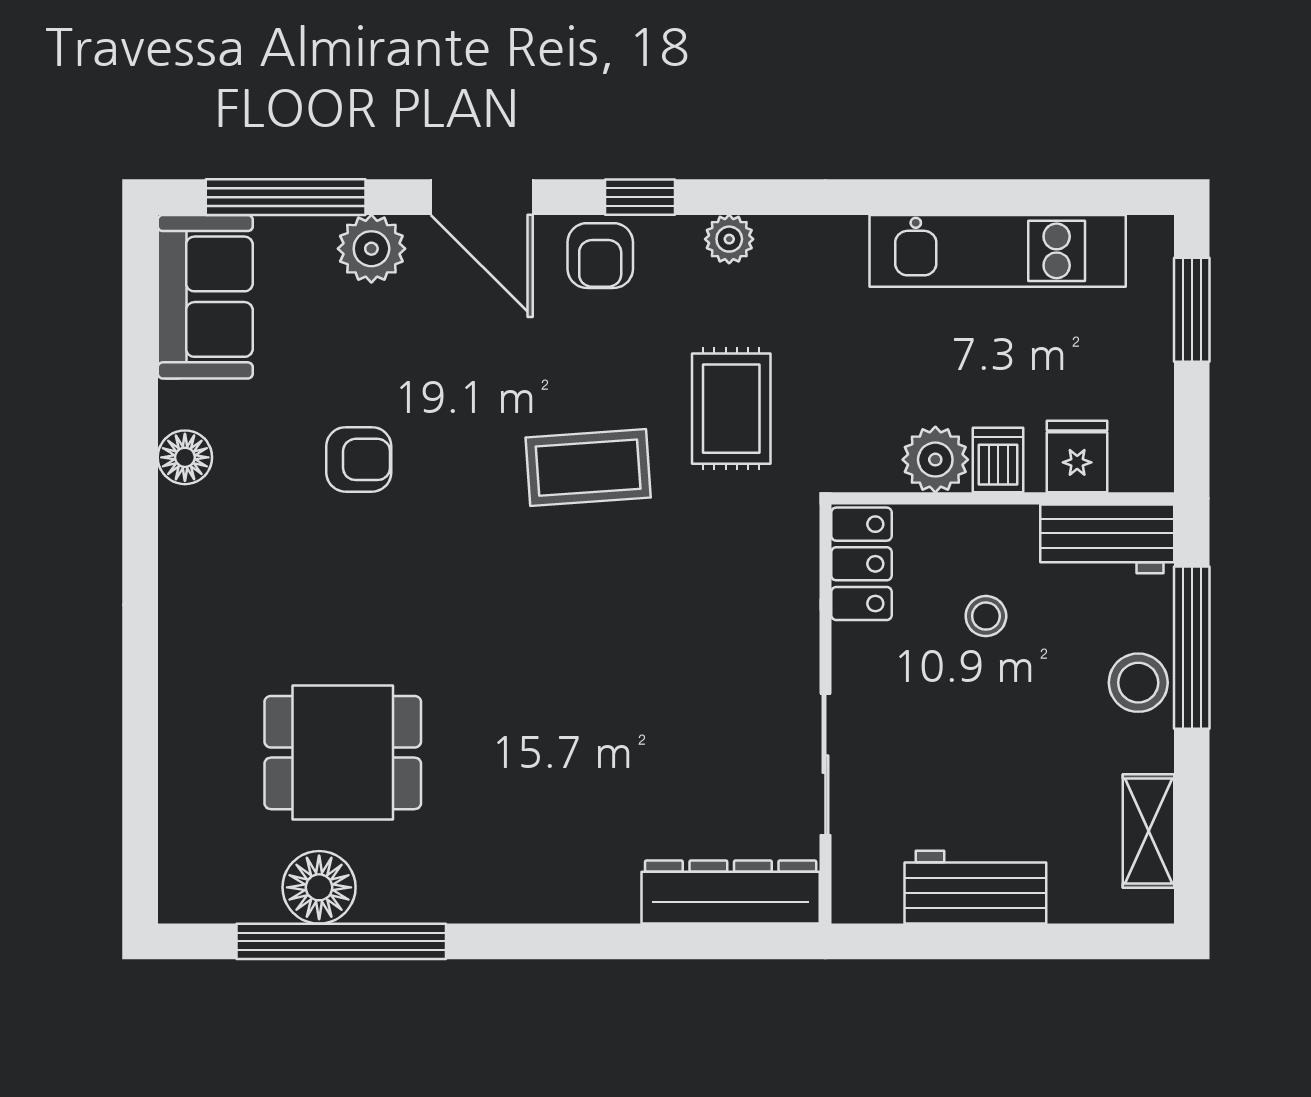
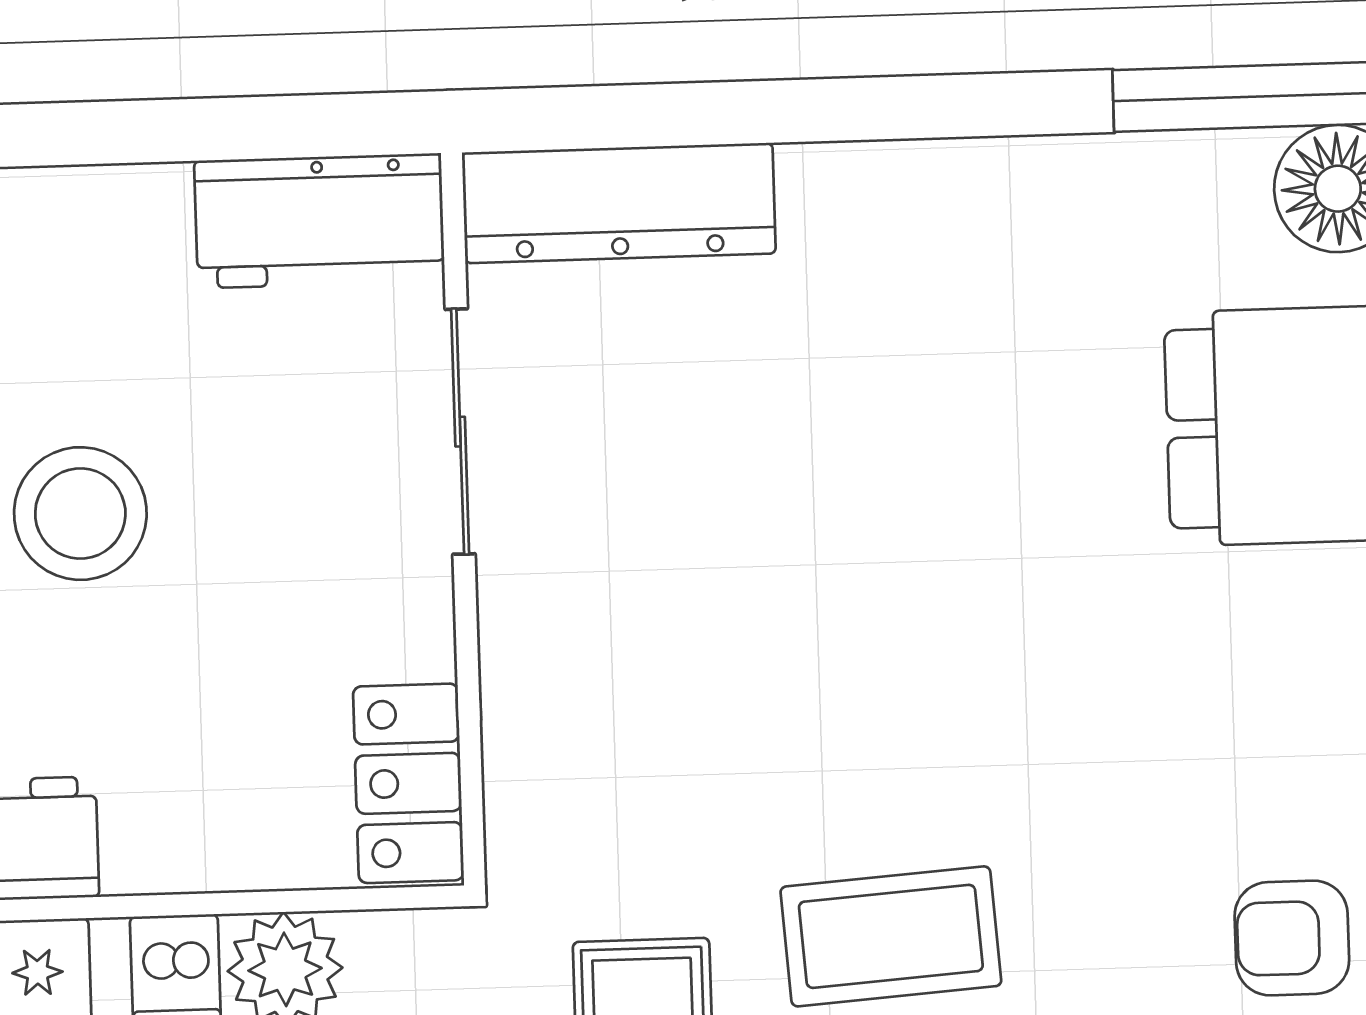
stool: (986, 616) -> (80, 514), moved, width x1.89, depth x1.89
workbench: (975, 887) -> (320, 221), moved

